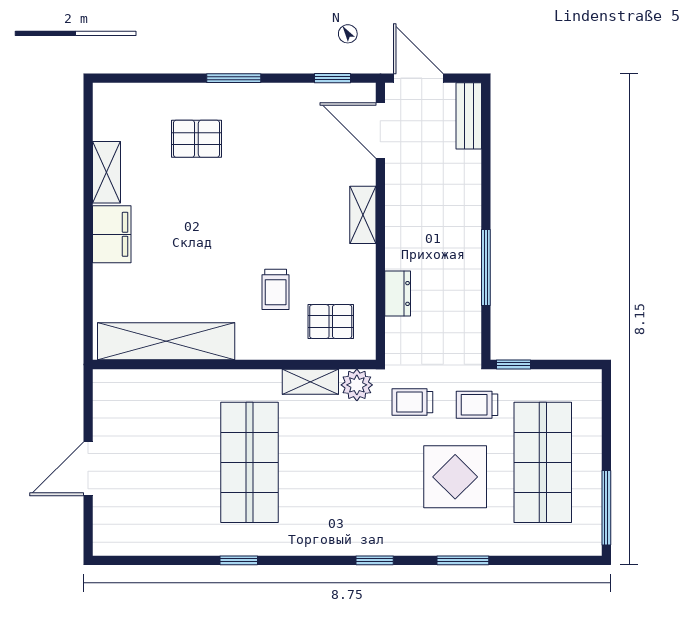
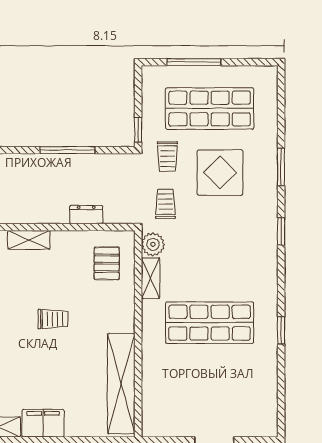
trolley: (276, 289) -> (53, 319), moved
trolley: (412, 402) -> (165, 204), turned 180
window: (606, 508) -> (194, 62), moved

